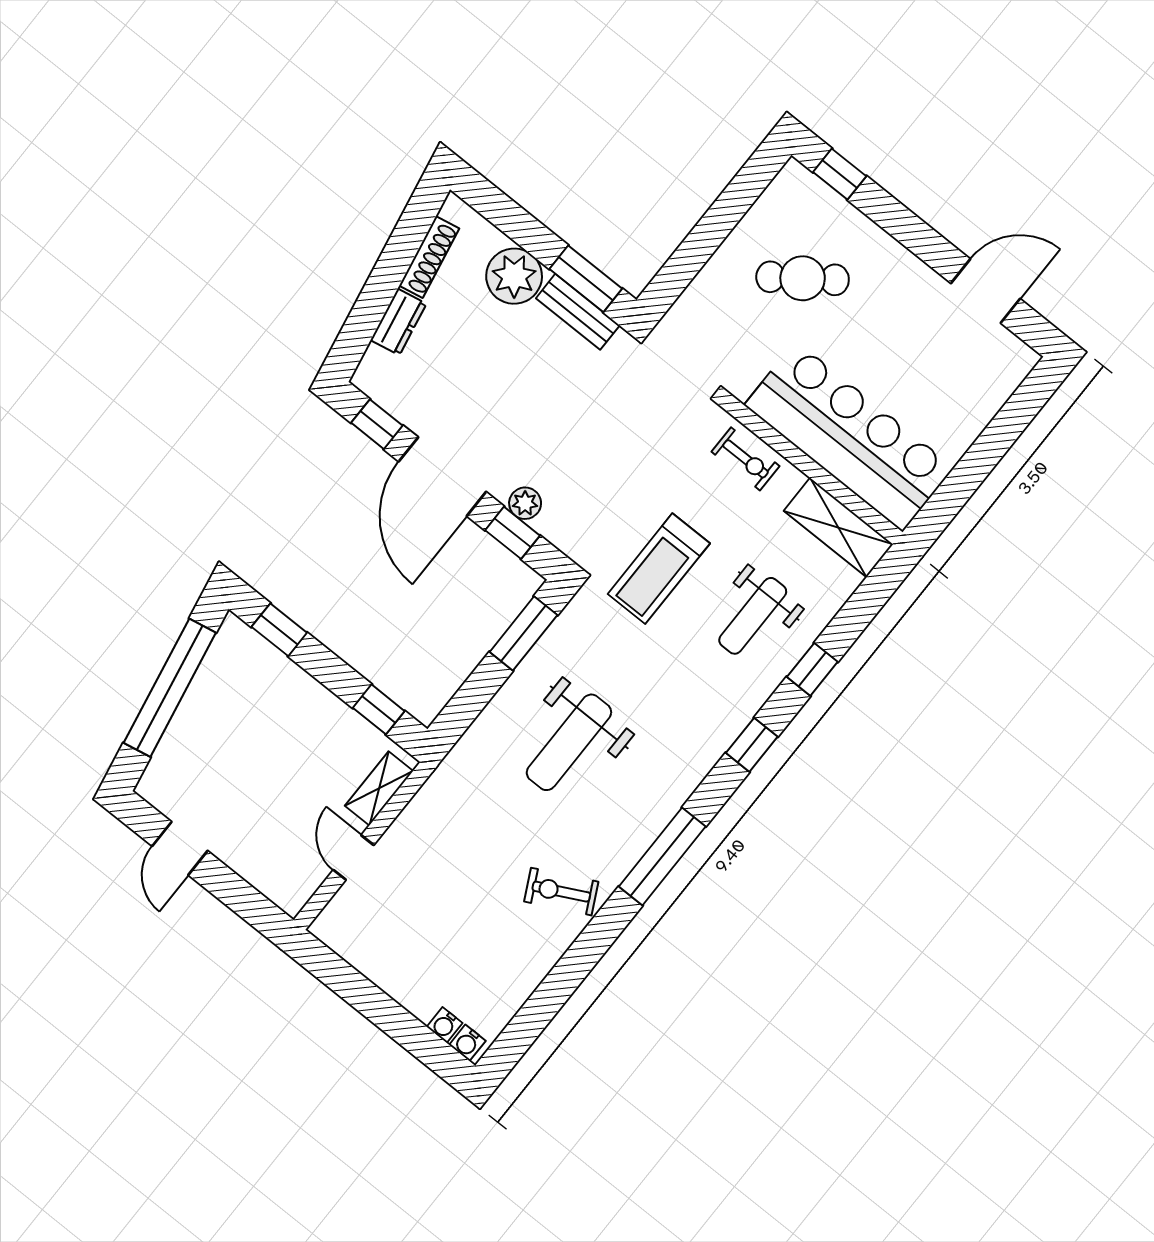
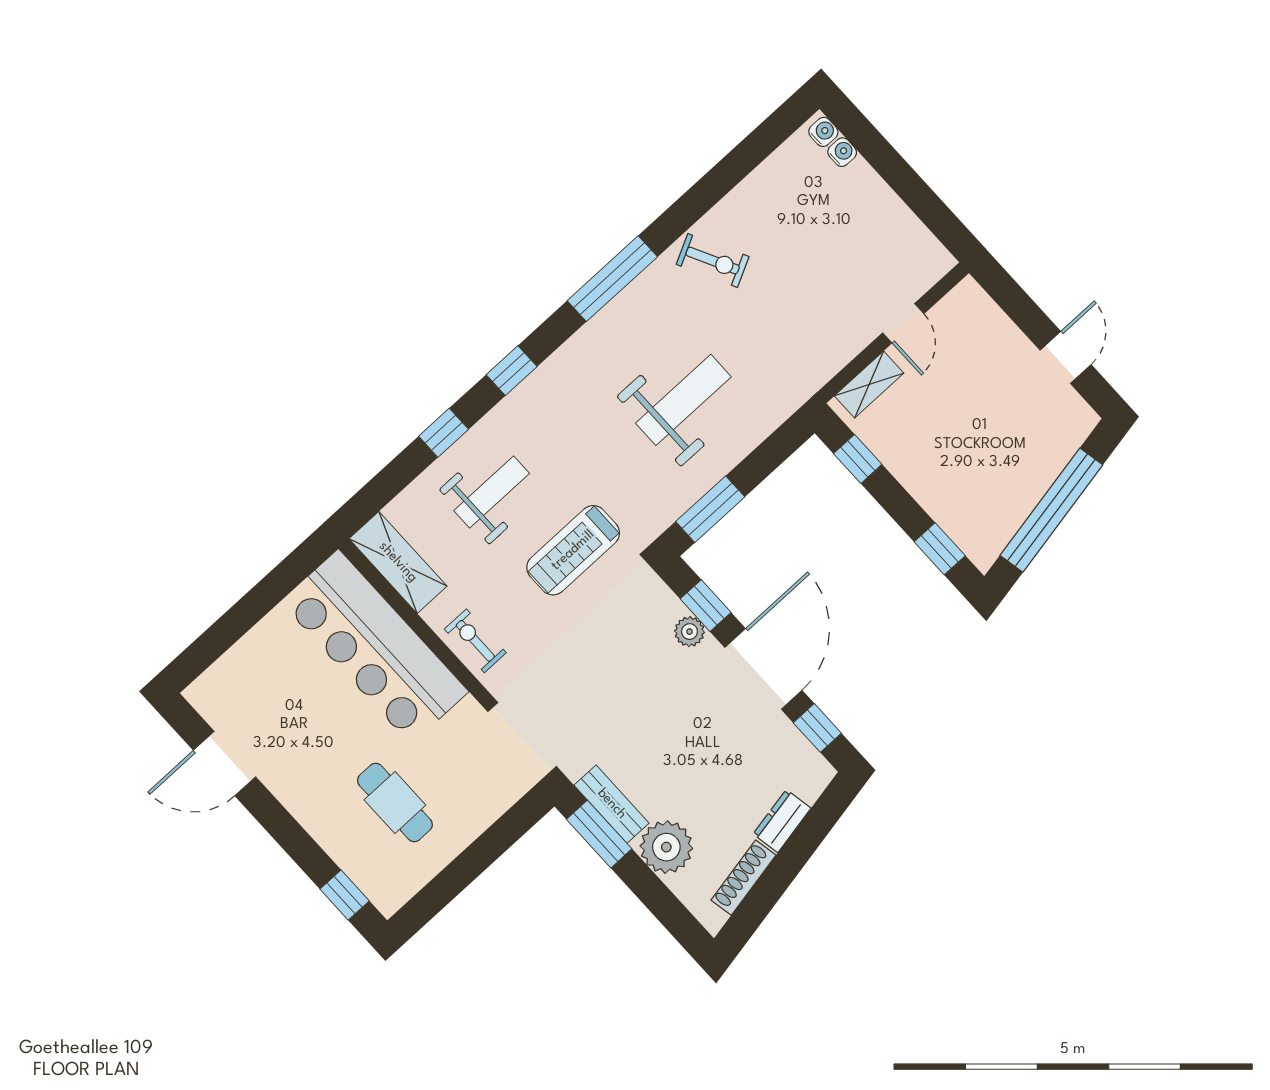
cafe table: (803, 278) -> (395, 802), turned 36
treadmill: (659, 569) -> (573, 550), turned 180

